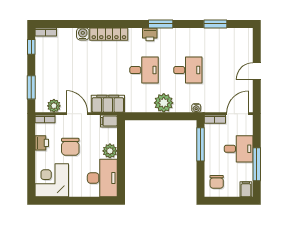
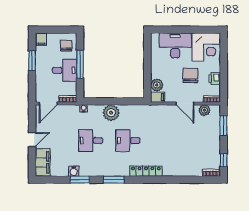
window: (215, 24) -> (80, 180), moved
water cooler: (83, 34) -> (74, 171), moved
locker: (109, 34) -> (146, 171), moved
printer: (150, 34) -> (123, 171), removed
filing cabinet: (108, 104) -> (43, 162), moved, turned -90
window: (200, 144) -> (80, 64), moved
desk: (239, 149) -> (65, 70), moved, turned 180
plant: (110, 151) -> (157, 85), moved
window: (257, 164) -> (32, 61), width x0.69
desk: (102, 178) -> (175, 45), moved, turned 90

